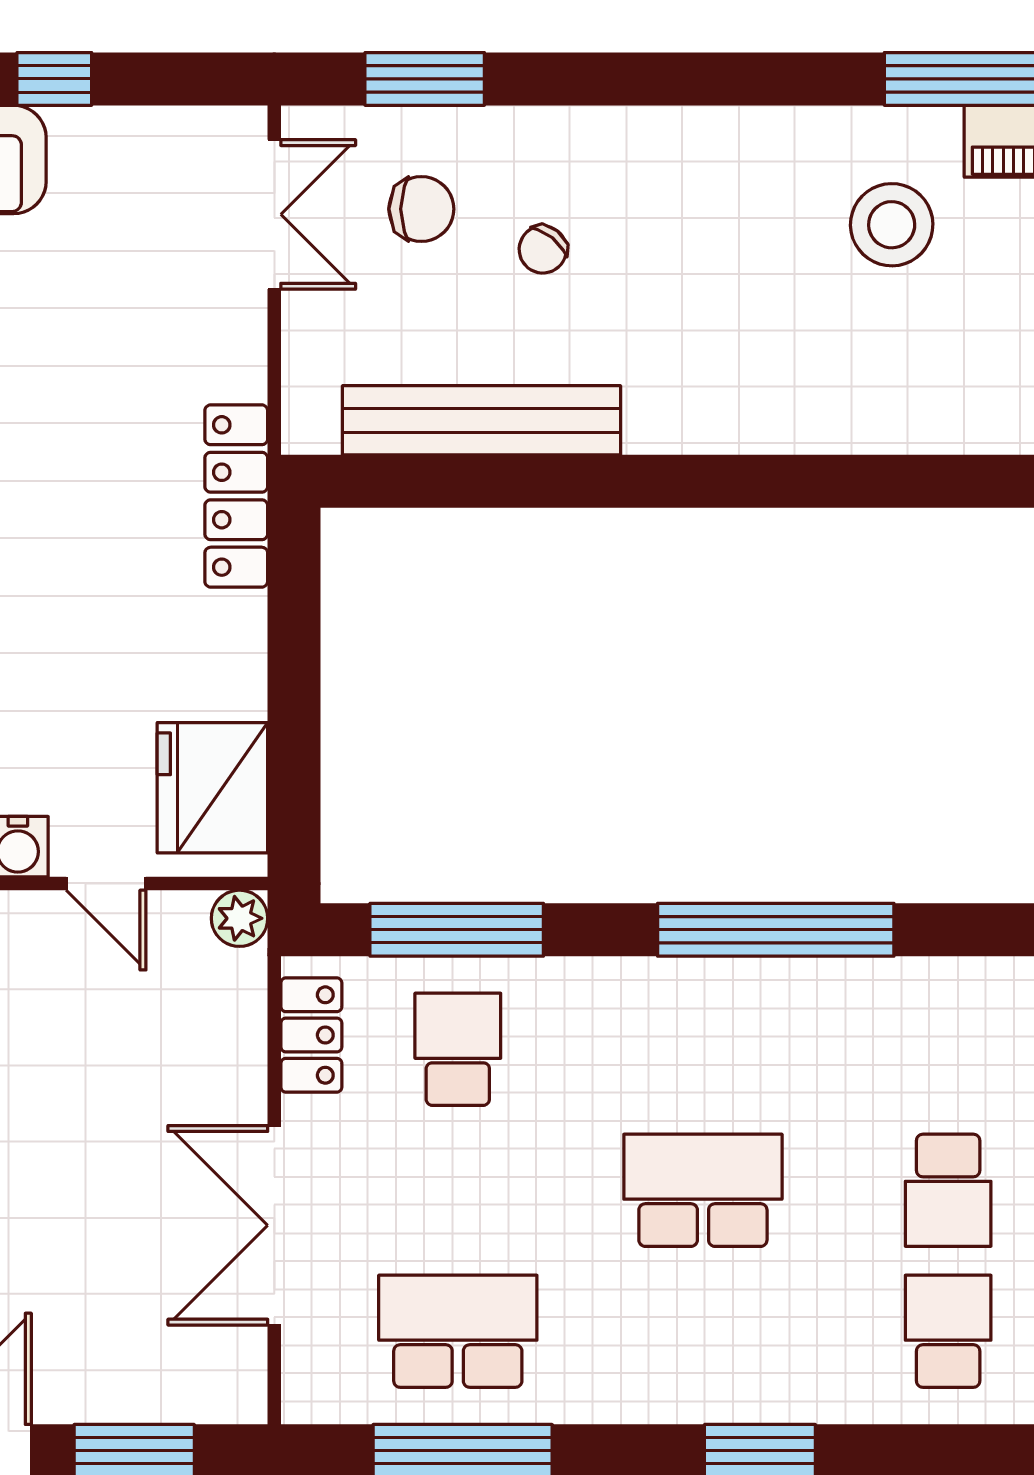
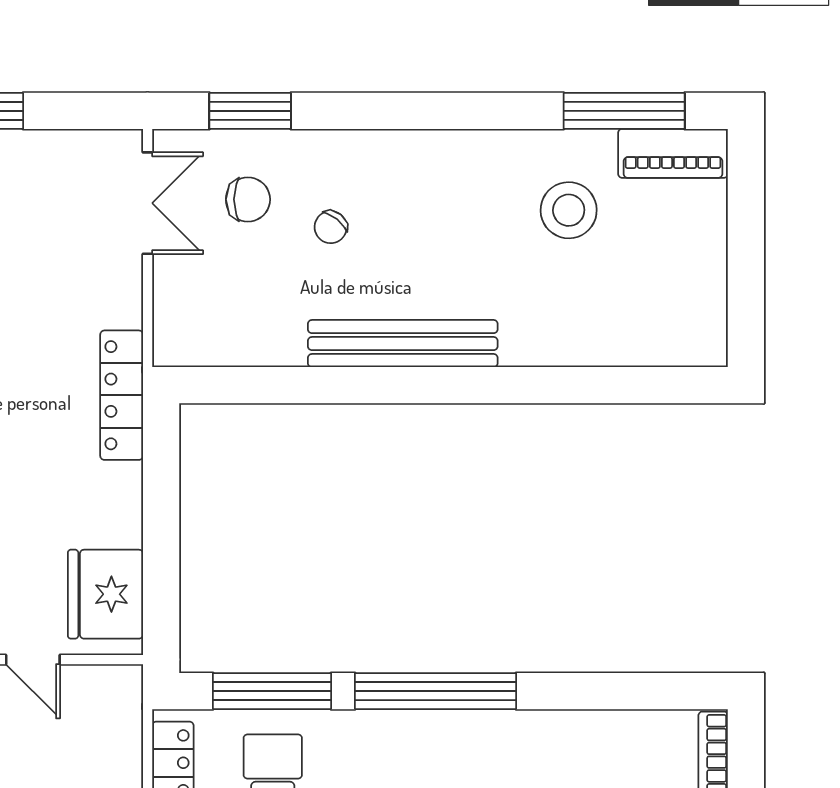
bench: (481, 420) -> (403, 344), moved
plant: (239, 918) -> (124, 683), removed
window: (776, 930) -> (436, 691), moved

